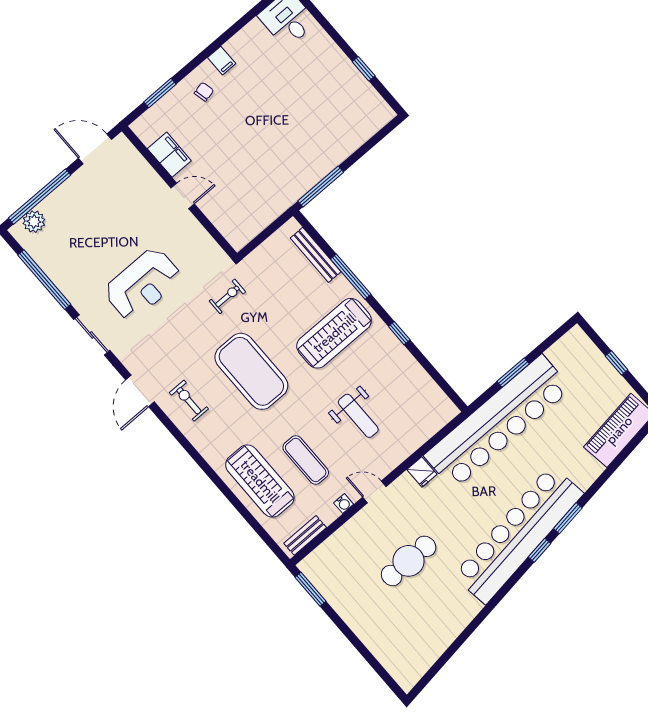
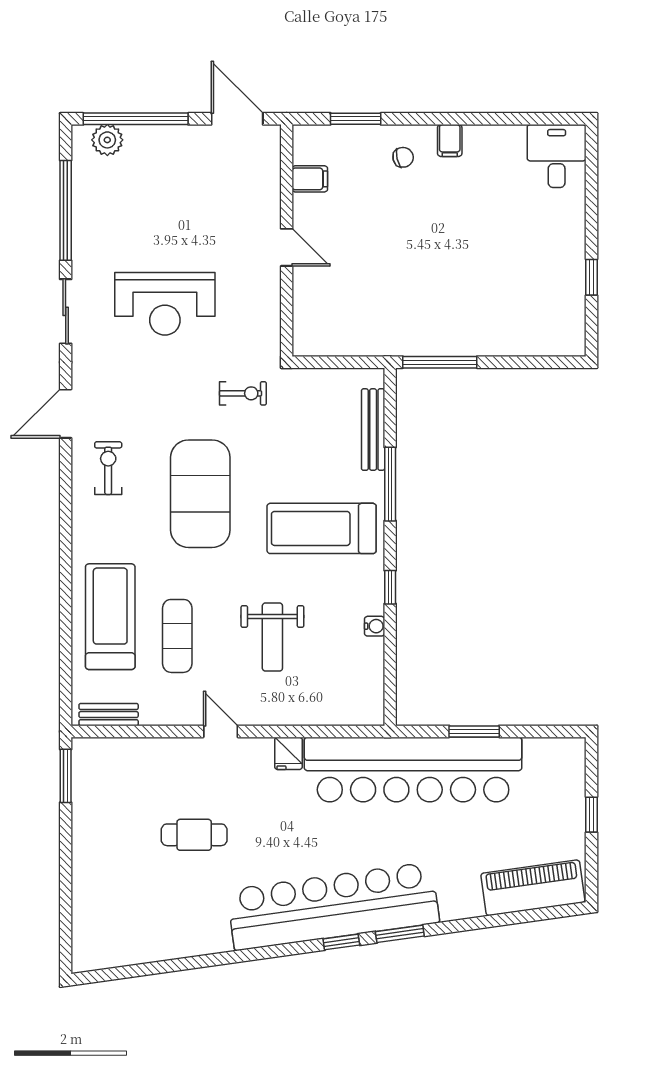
filing cabinet: (169, 155) -> (310, 179), width x0.50
water cooler: (344, 504) -> (375, 626), moved, turned -90
cafe table: (409, 561) -> (194, 835), width x0.73, depth x0.74

